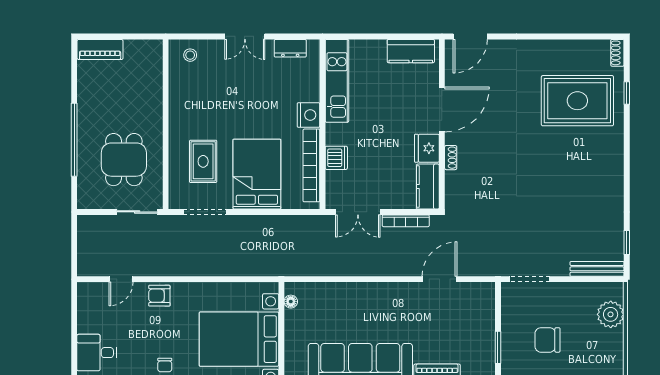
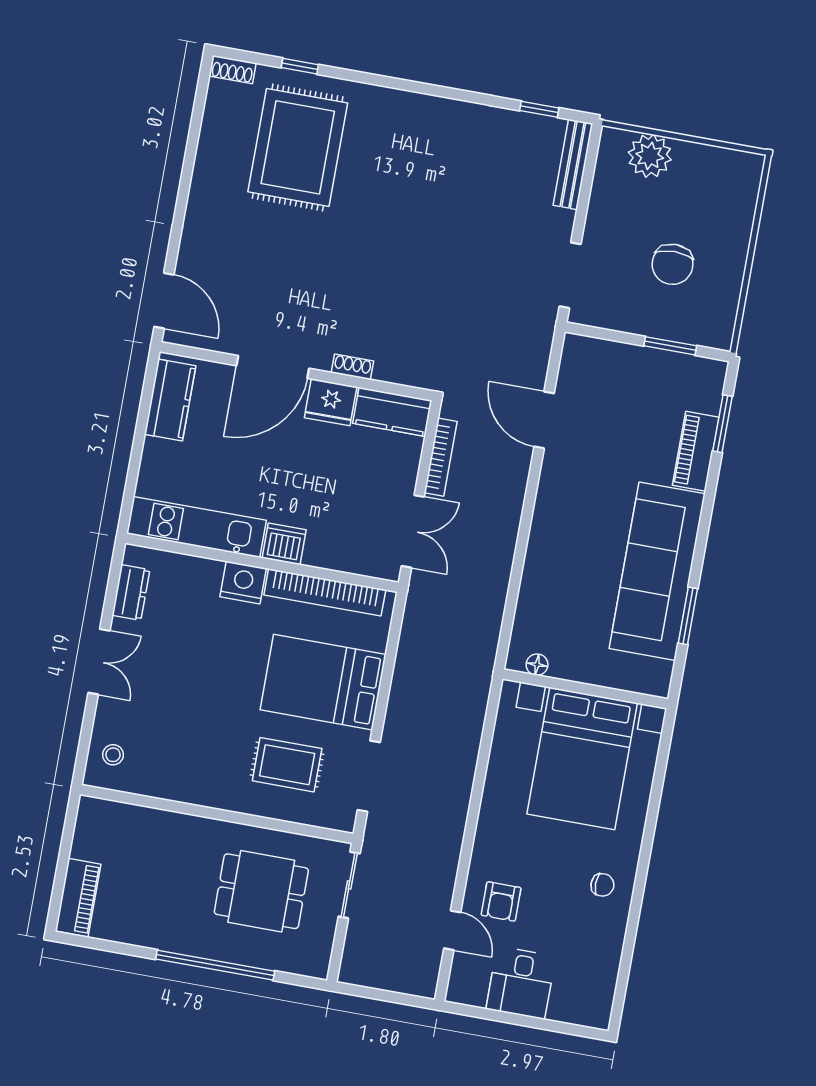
door: (442, 109) -> (273, 367), swing flipped
dishwasher: (336, 158) -> (284, 544), moved
armchair: (159, 296) -> (501, 901), moved
desk: (97, 353) -> (521, 983), moved

